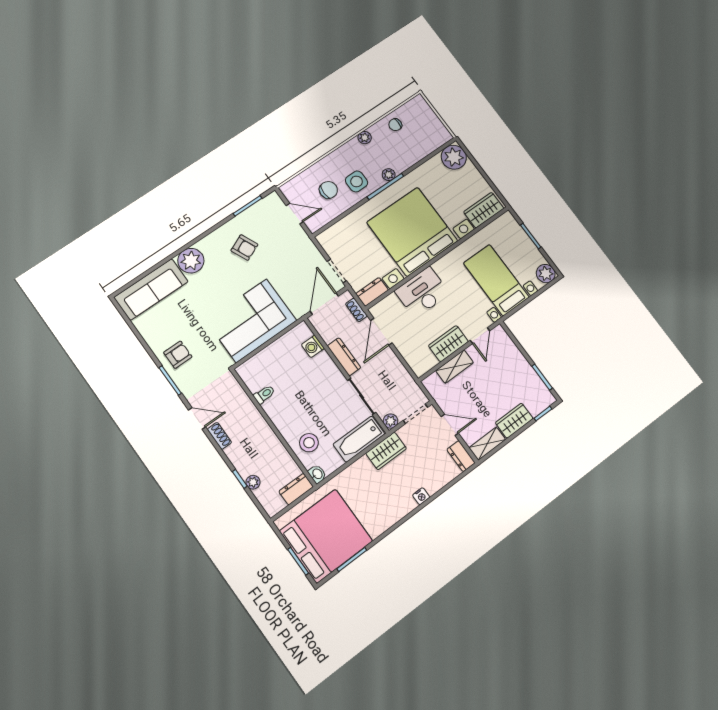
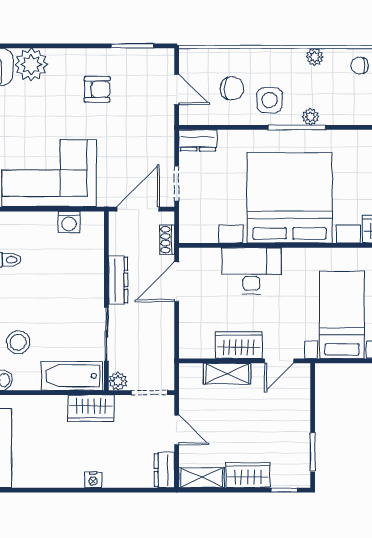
armchair: (244, 248) -> (97, 89), turned -66
dresser: (372, 292) -> (198, 140), moved, turned 180
washing machine: (313, 346) -> (69, 222), moved, turned -90

